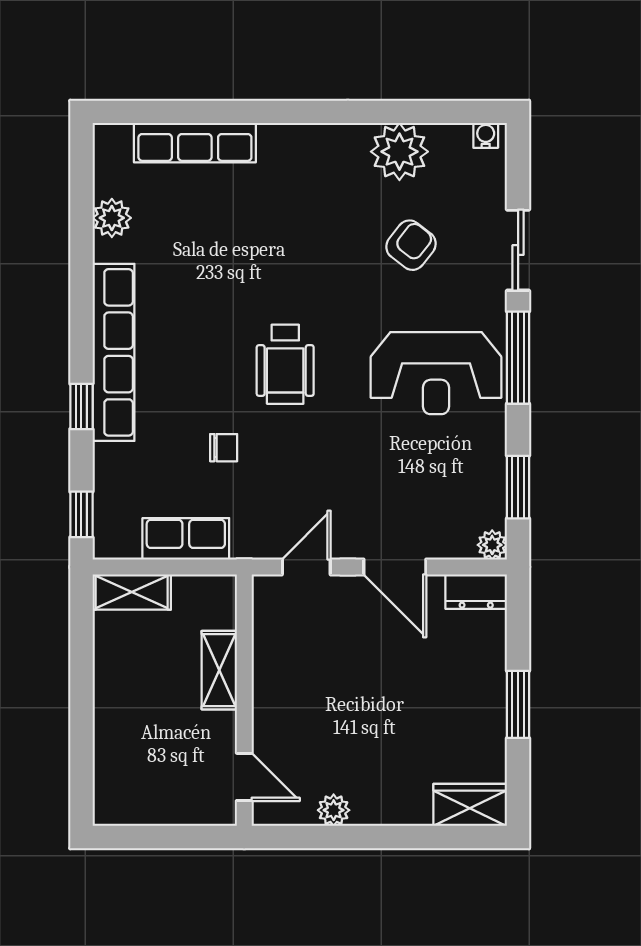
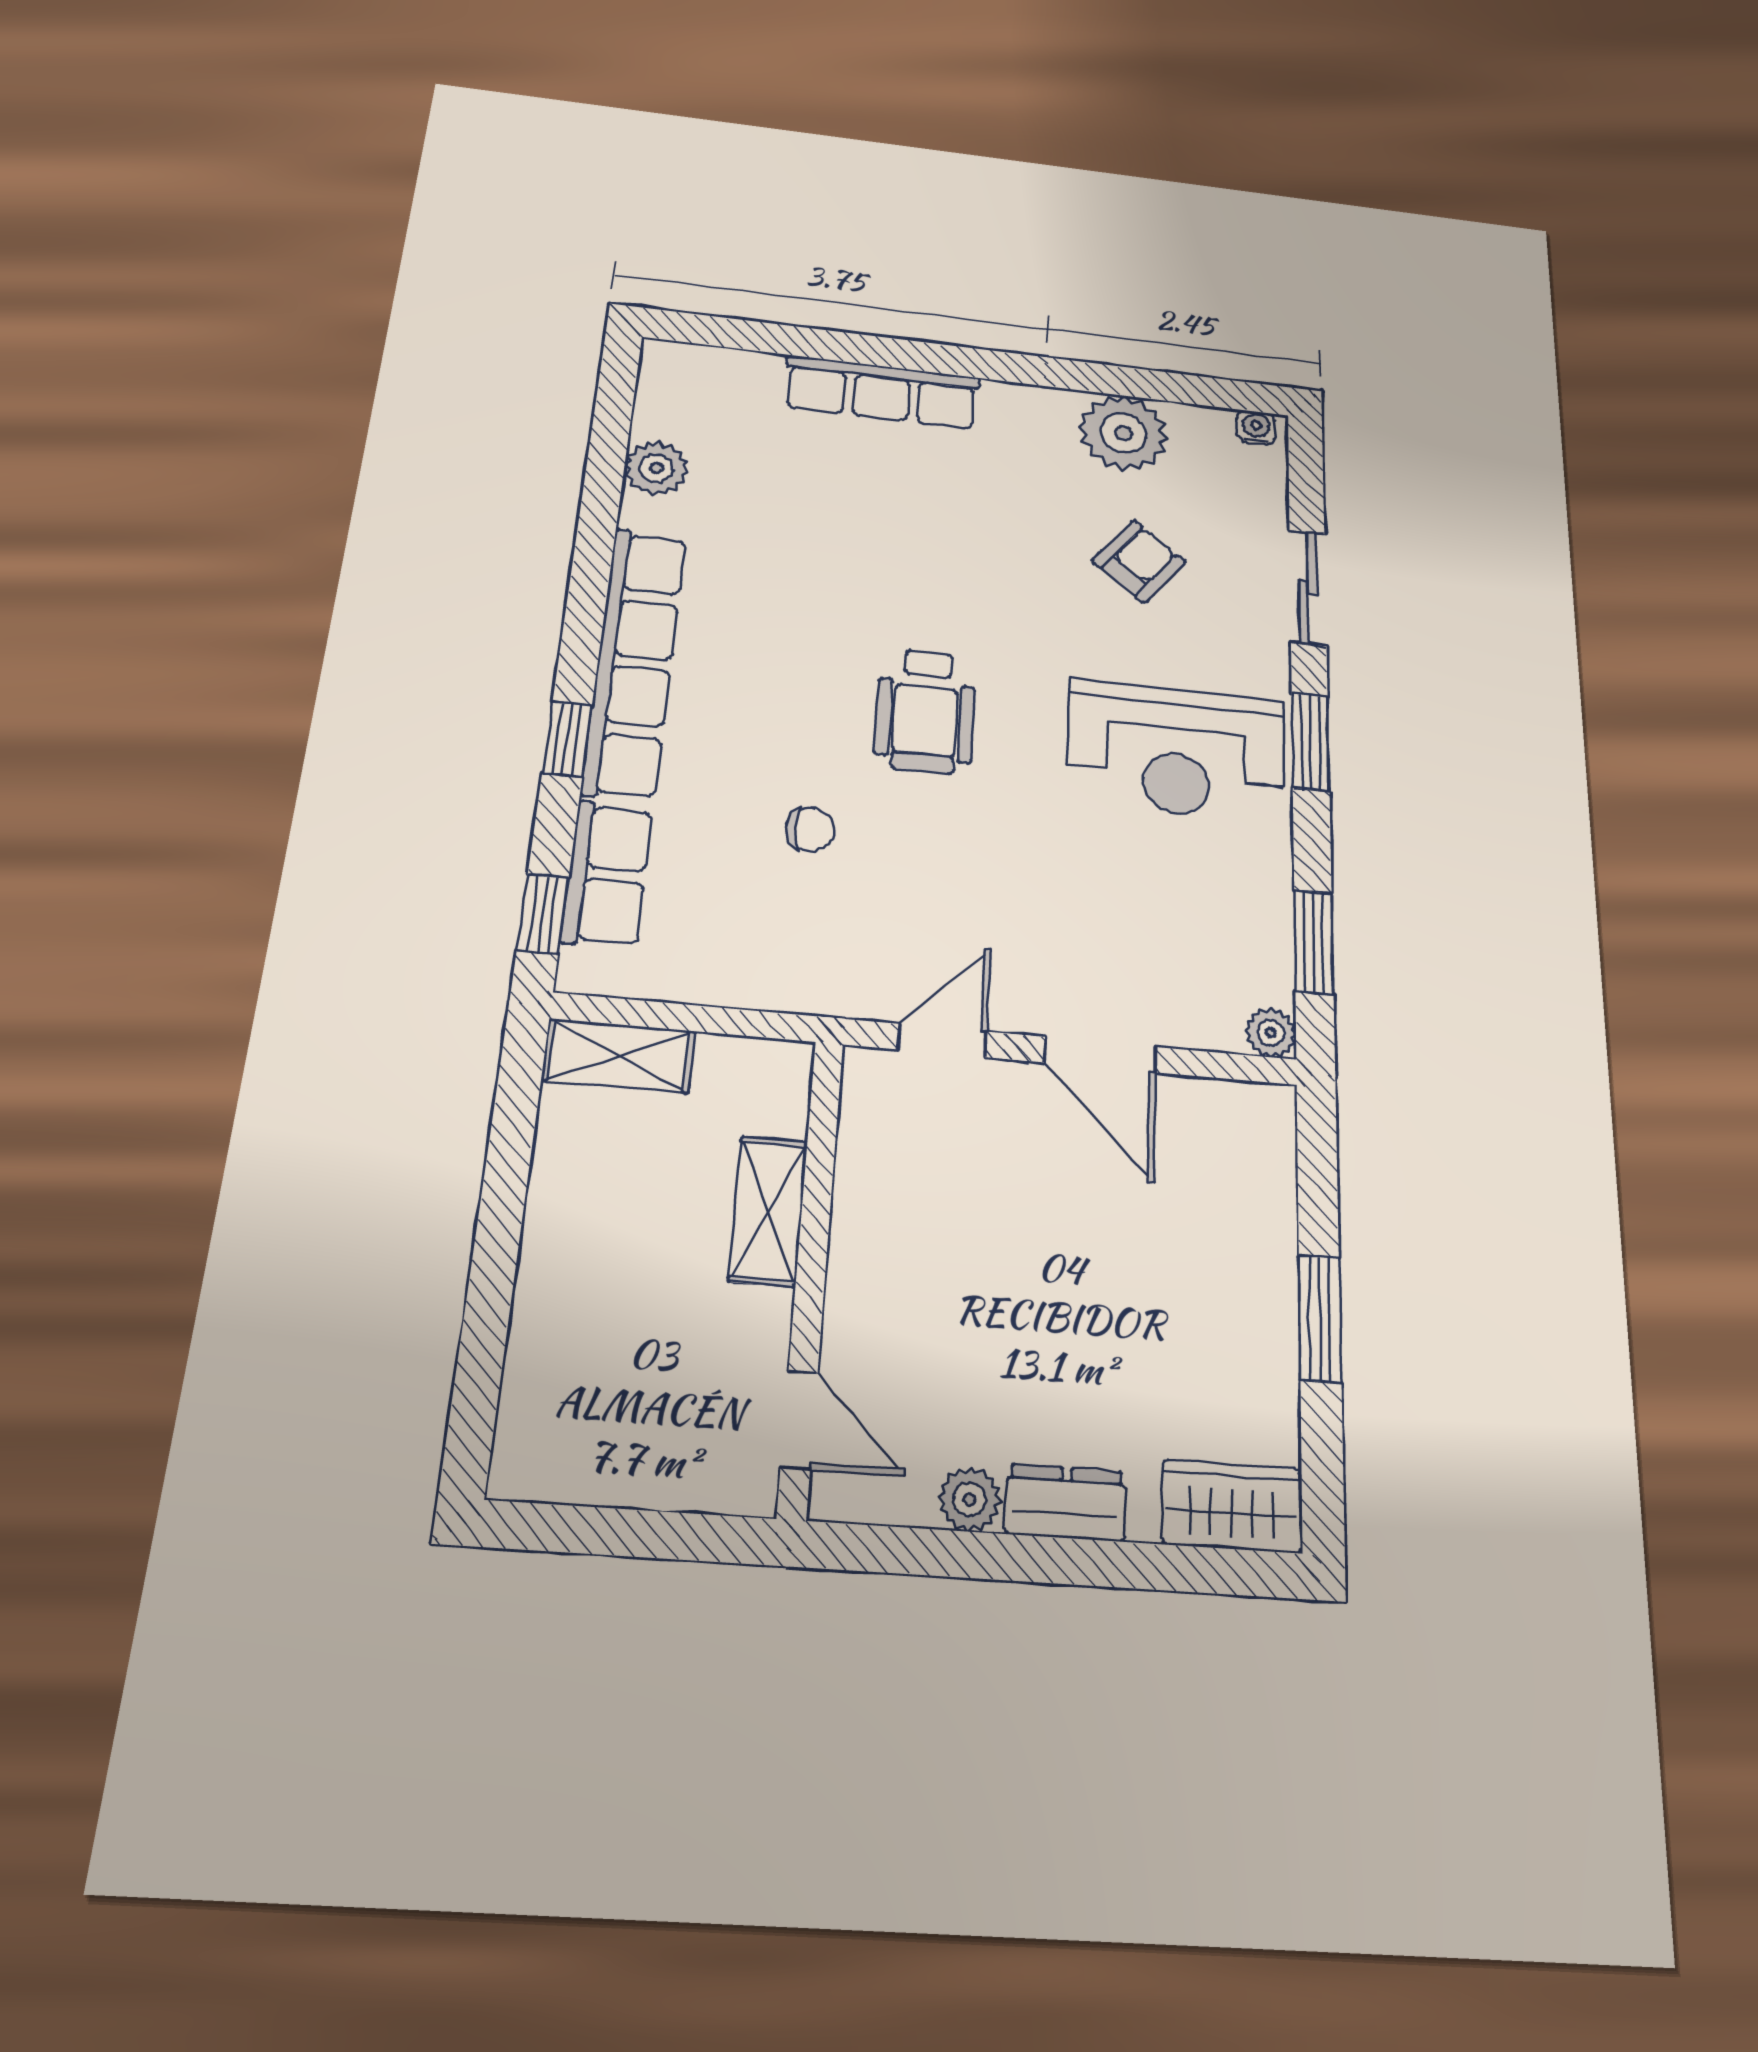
row of seats: (195, 143) -> (882, 392), moved
window: (518, 358) -> (1310, 742), width x0.69
row of seats: (186, 539) -> (607, 874), moved, turned 90
dresser: (476, 592) -> (1066, 1503), moved, turned 180

